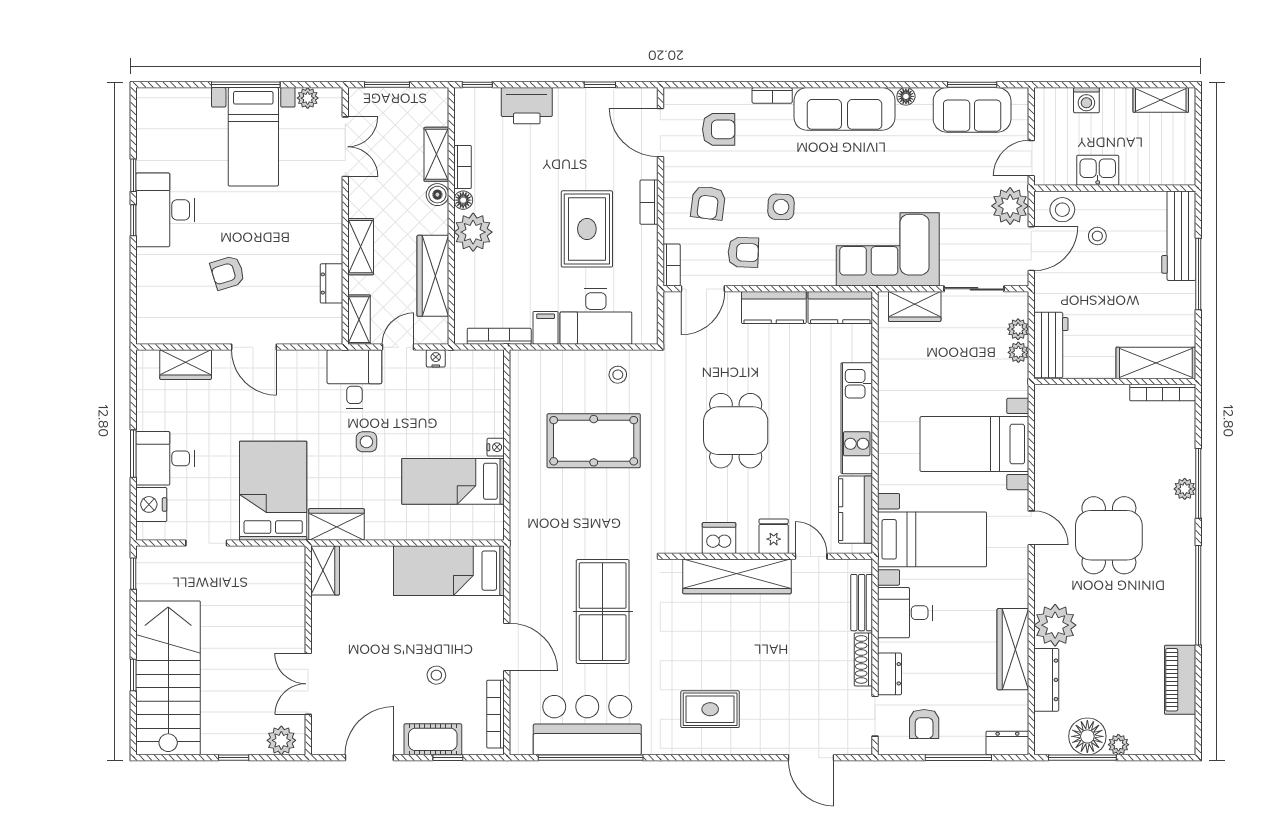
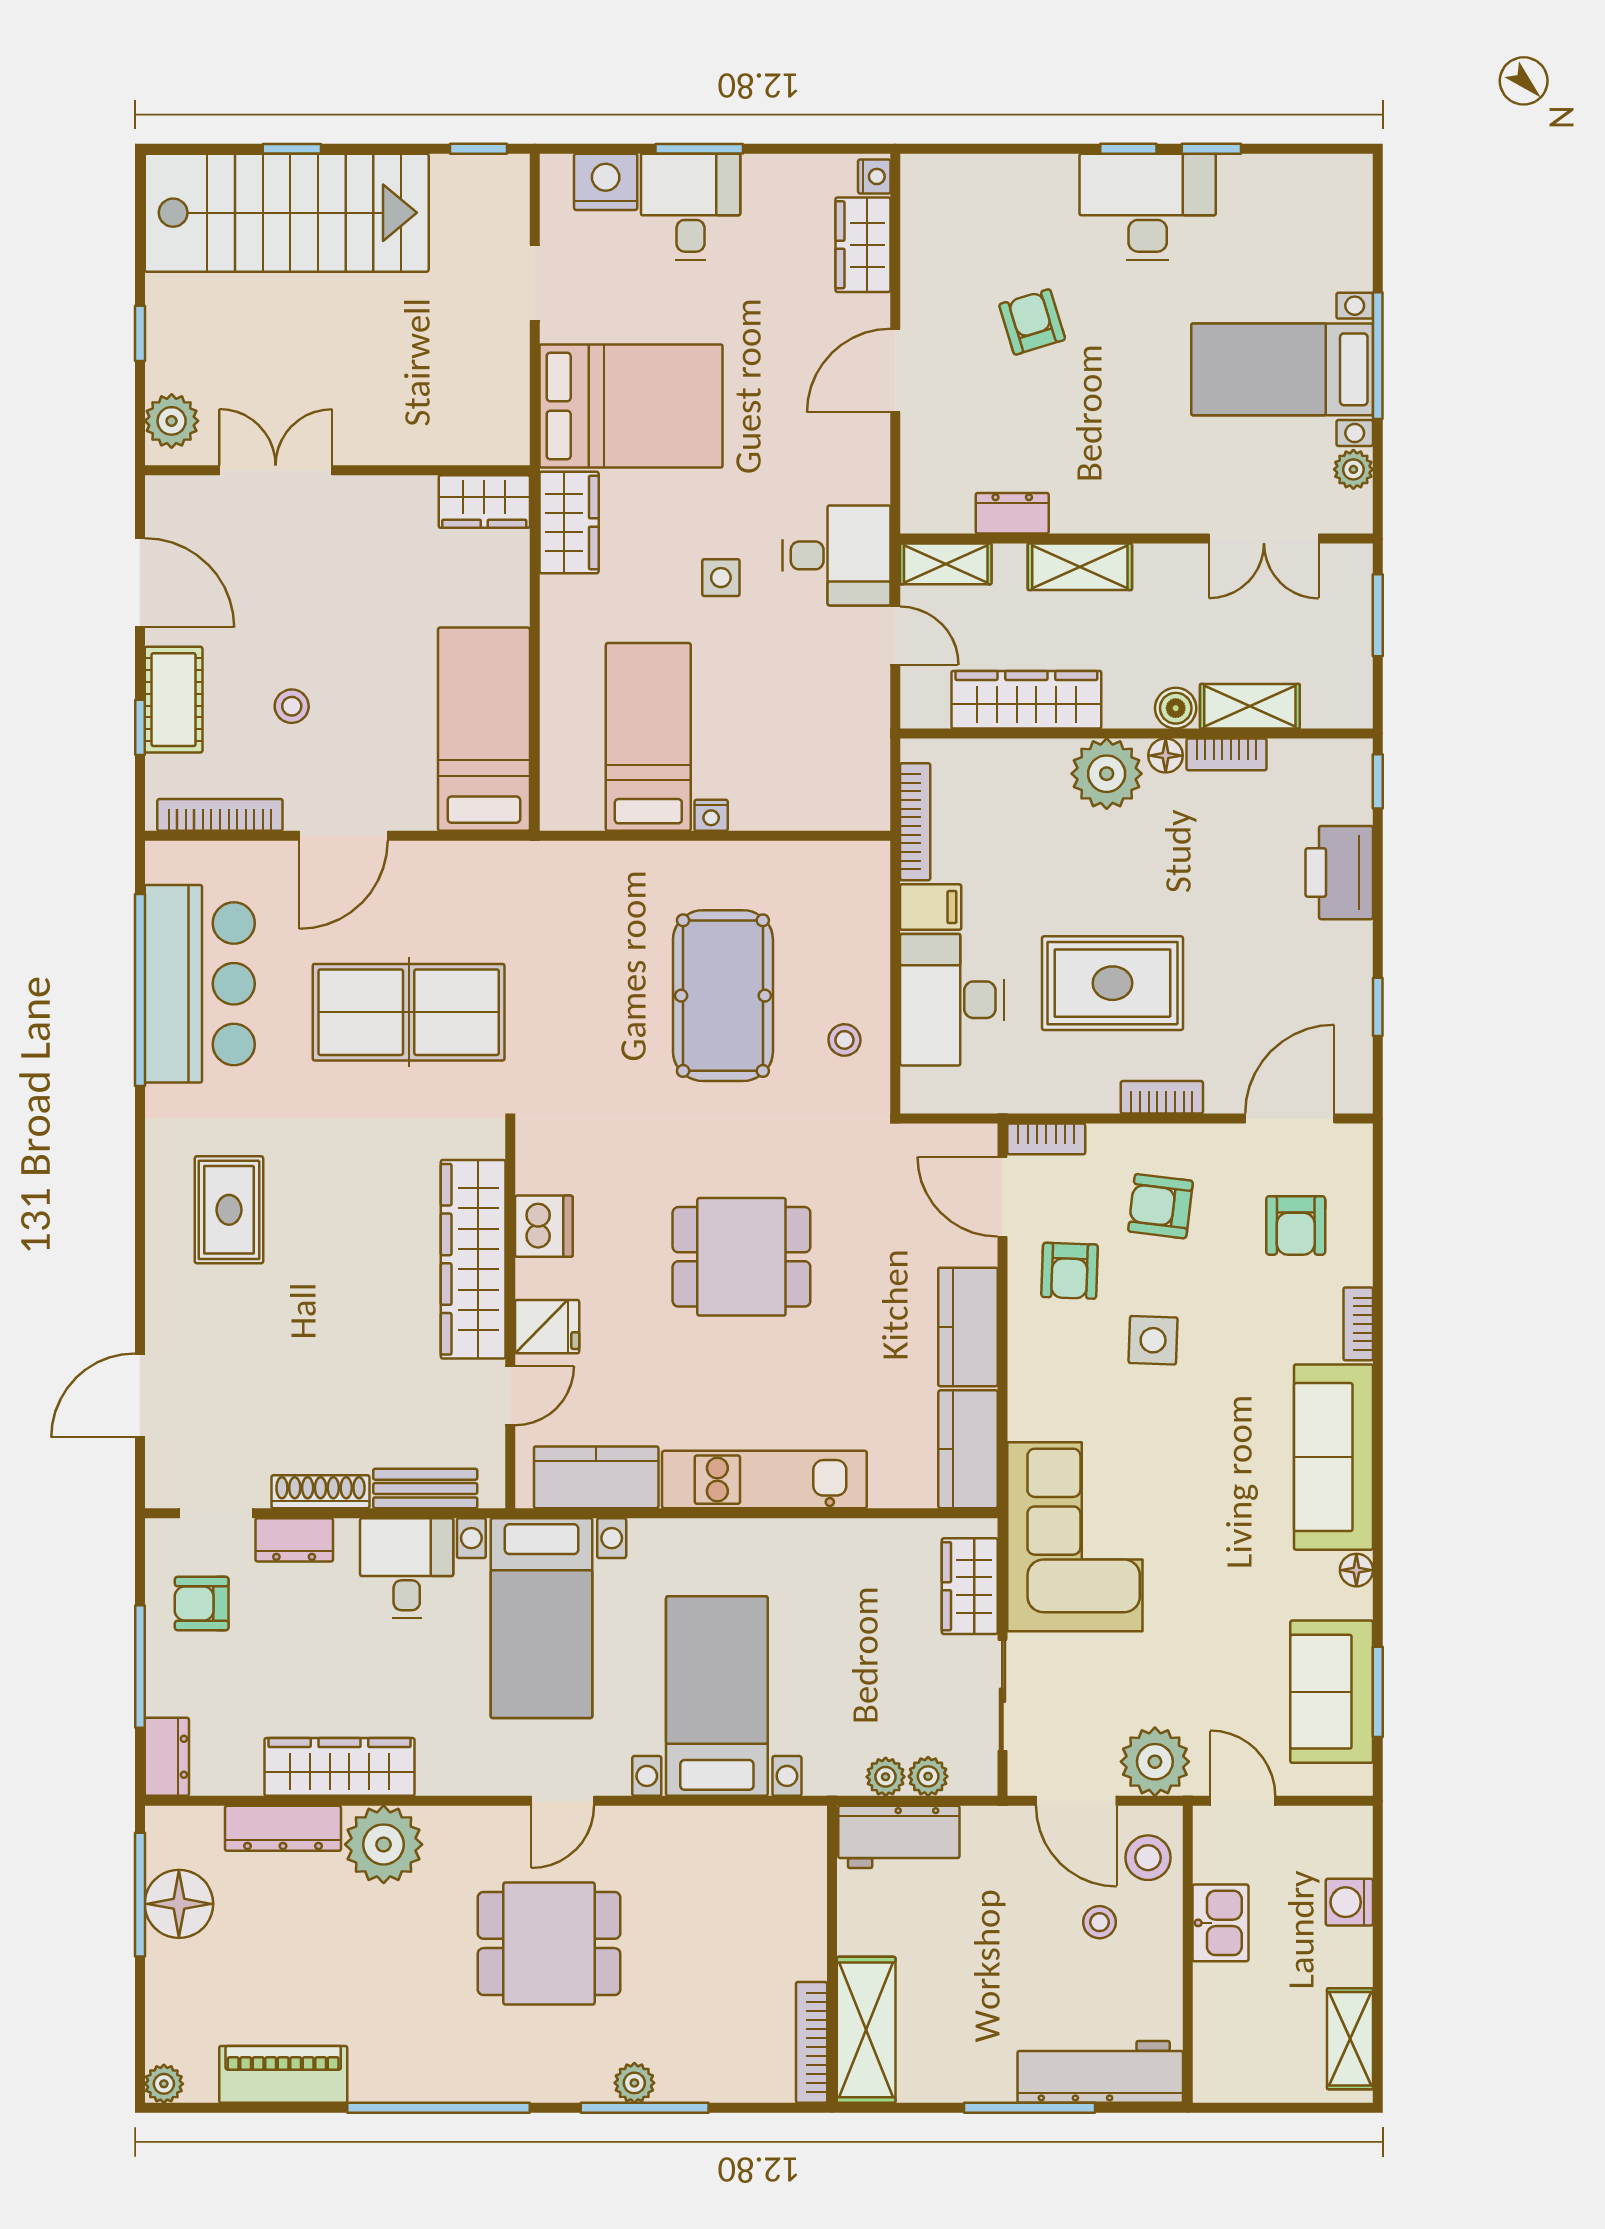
nightstand: (436, 358) -> (874, 176), moved
plant: (1118, 745) -> (164, 2084), moved

